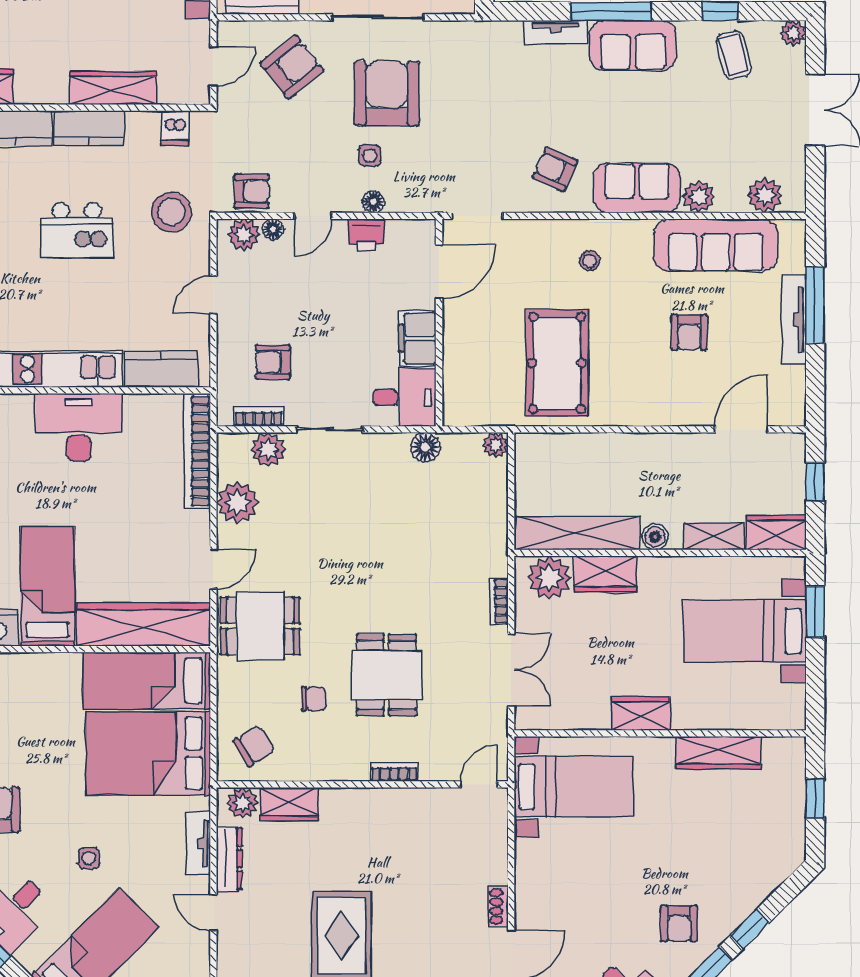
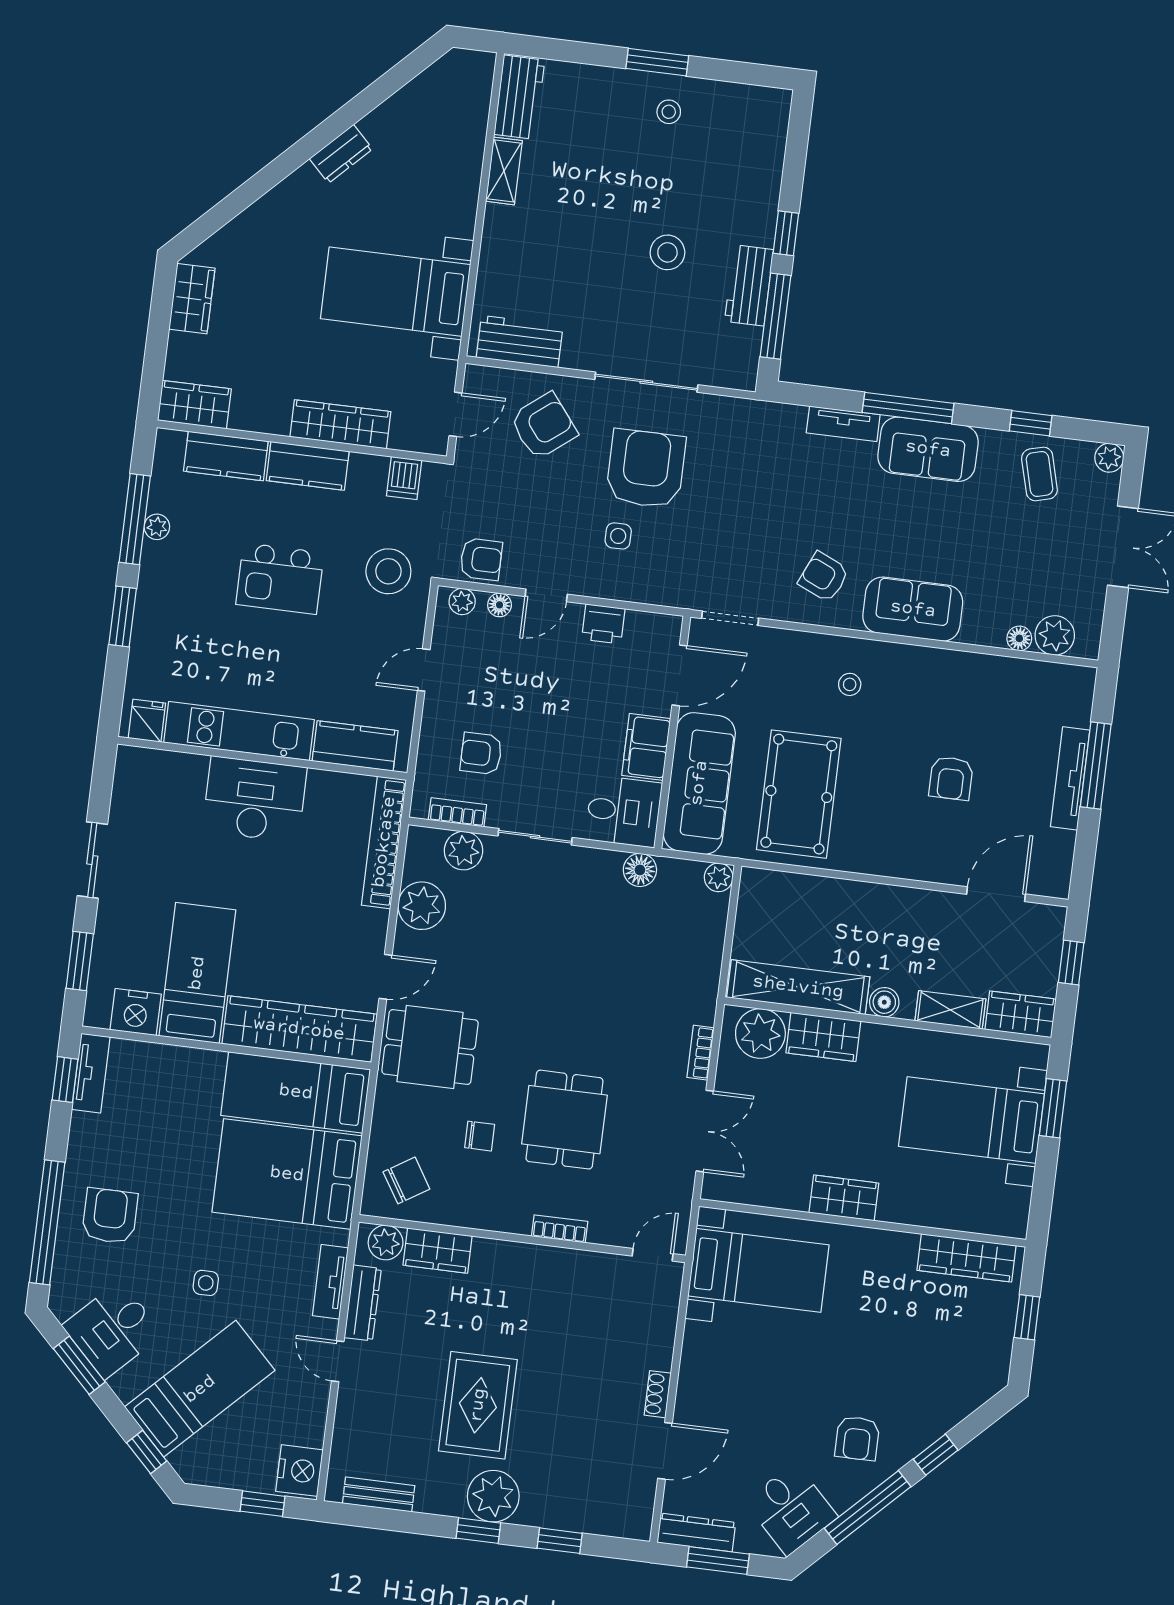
plant: (699, 197) -> (981, 628), removed
floor lamp: (373, 202) -> (1019, 638), moved
plant: (244, 235) -> (462, 602), width x0.73, depth x0.73
sofa: (716, 245) -> (699, 783), moved, turned -90
wardrobe: (718, 753) -> (966, 1258), moved

